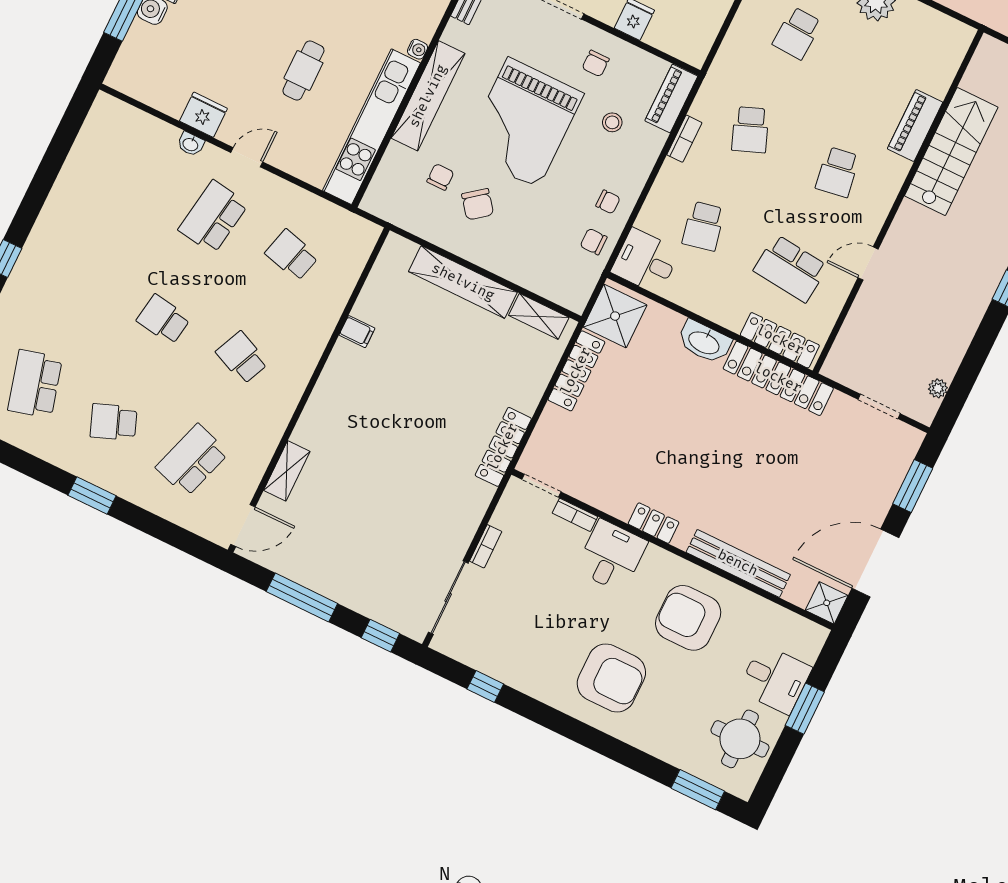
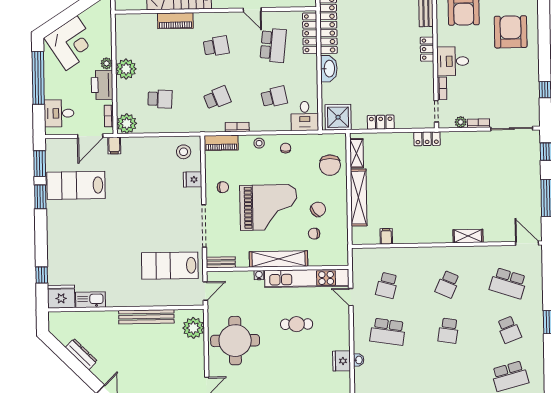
stool: (688, 28) -> (184, 152), added
stool: (612, 122) -> (259, 143), moved
door: (247, 157) -> (351, 297), moved
chair: (594, 242) -> (330, 165), moved, width x1.87, depth x1.87
filing cabinet: (357, 332) -> (386, 236), moved
locker: (576, 371) -> (381, 122), width x0.66
locker: (503, 447) -> (427, 139), width x0.66
shelving: (287, 471) -> (468, 236), moved
plant: (503, 517) -> (461, 122), added

